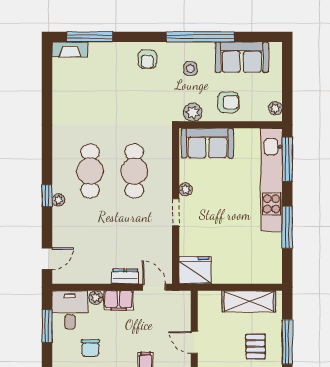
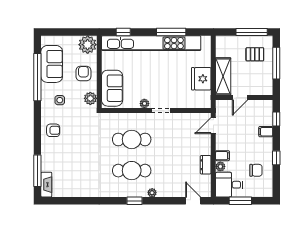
window: (200, 37) -> (37, 77), moved
plant: (275, 108) -> (88, 45), width x1.88, depth x1.88
window: (287, 159) -> (123, 32), width x0.46
kitchen unit: (272, 180) -> (151, 43), width x1.36
window: (47, 196) -> (135, 201), moved
fridge: (195, 270) -> (201, 79), moved
dresser: (125, 276) -> (206, 165), moved
filing cabinet: (119, 300) -> (222, 156), width x0.50
shelving: (249, 301) -> (223, 76), moved
door: (194, 342) -> (240, 97), moved

